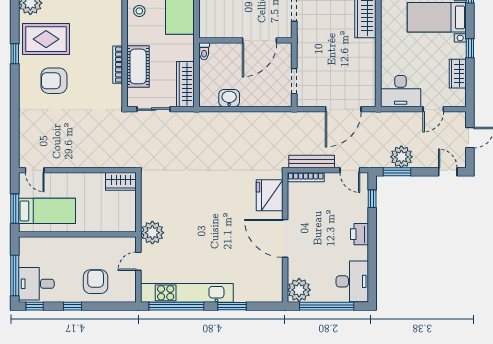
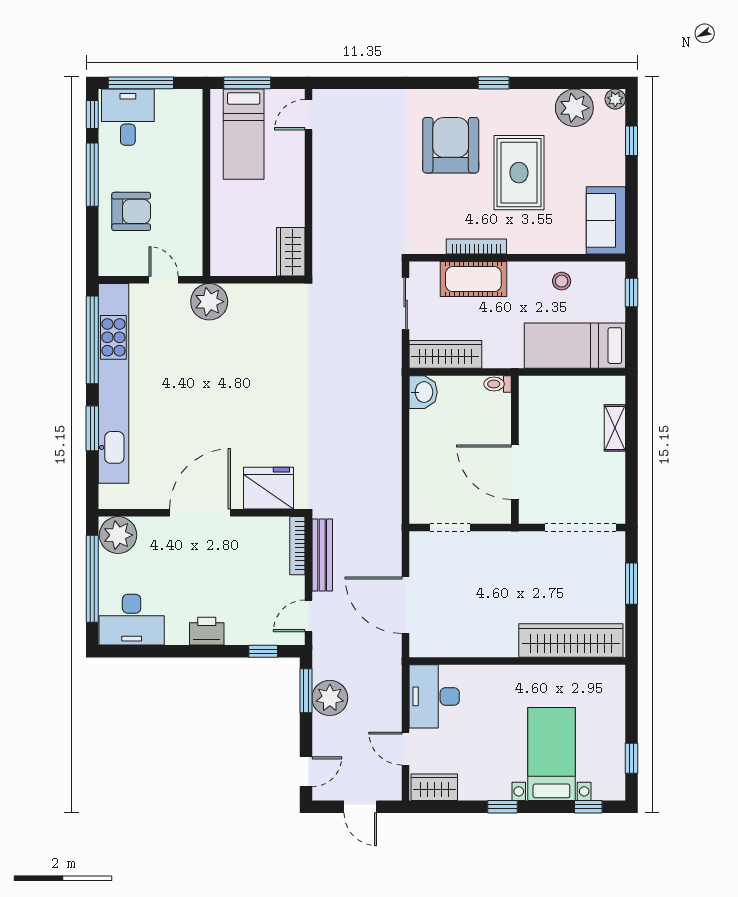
rug: (46, 39) -> (519, 173), moved
wardrobe: (458, 74) -> (434, 787), moved
armchair: (54, 81) -> (451, 145), width x1.36, depth x1.36
washbasin: (229, 98) -> (423, 392), moved
kitchen unit: (187, 293) -> (113, 383), width x1.36
window: (72, 306) -> (92, 175), width x2.17

